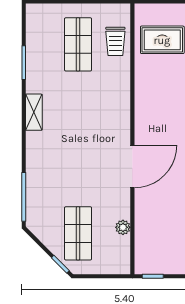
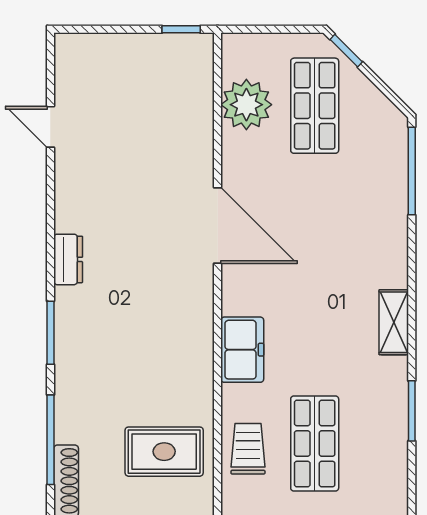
freezer: (119, 97) -> (242, 350), added
door: (132, 166) -> (218, 225), swing flipped
plant: (123, 227) -> (246, 105), width x1.87, depth x1.87

